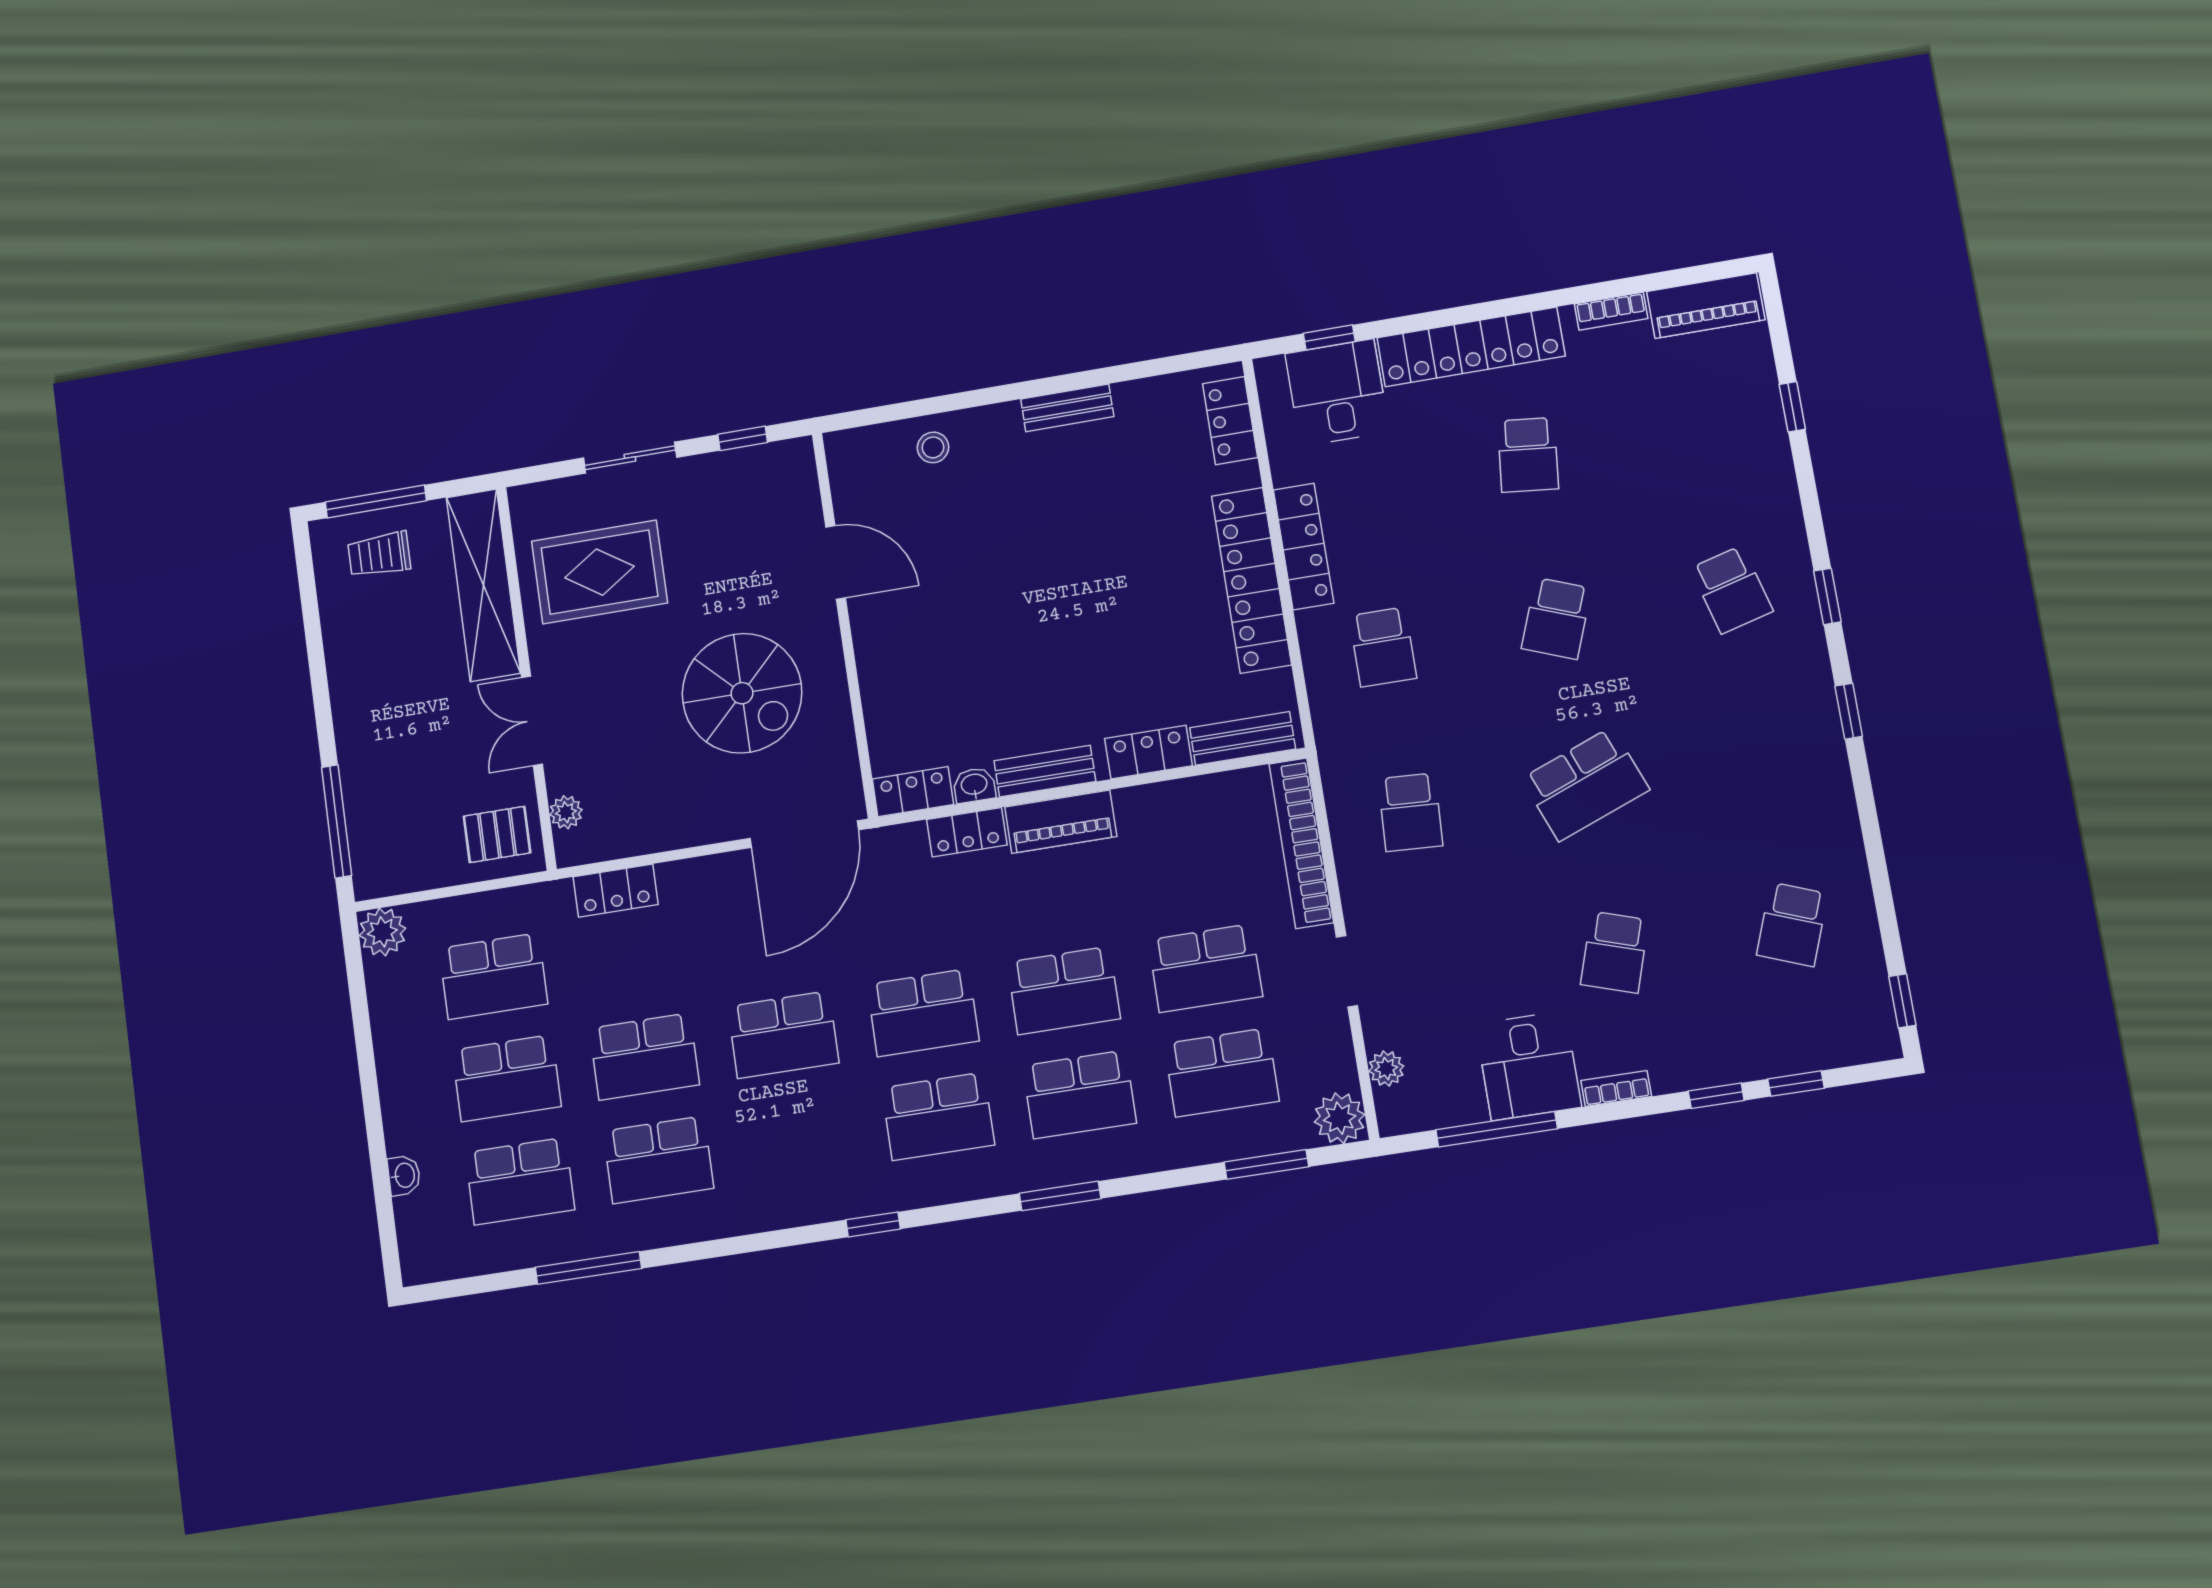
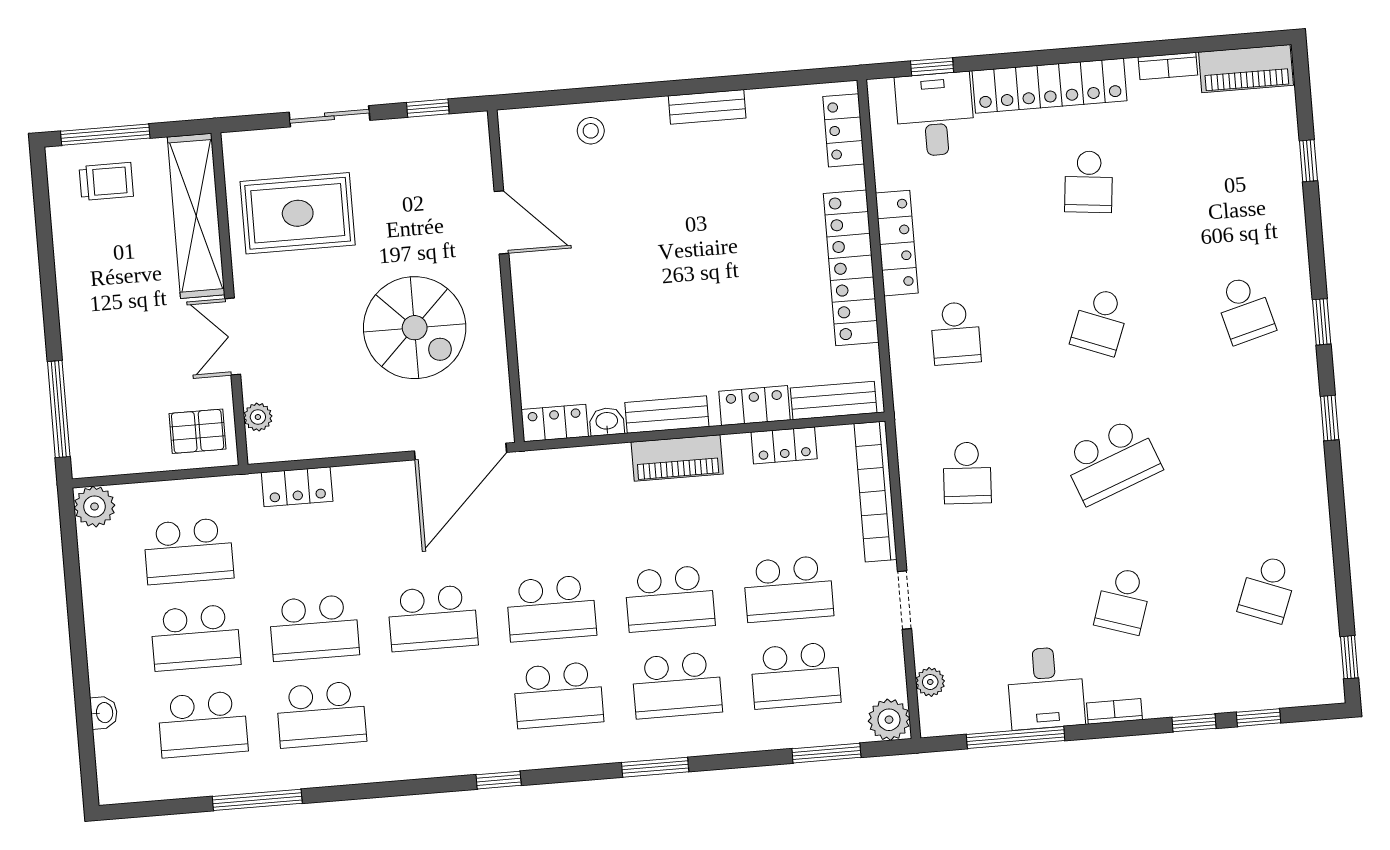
trolley: (379, 555) -> (106, 181), turned 180
locker: (967, 832) -> (784, 445), moved

